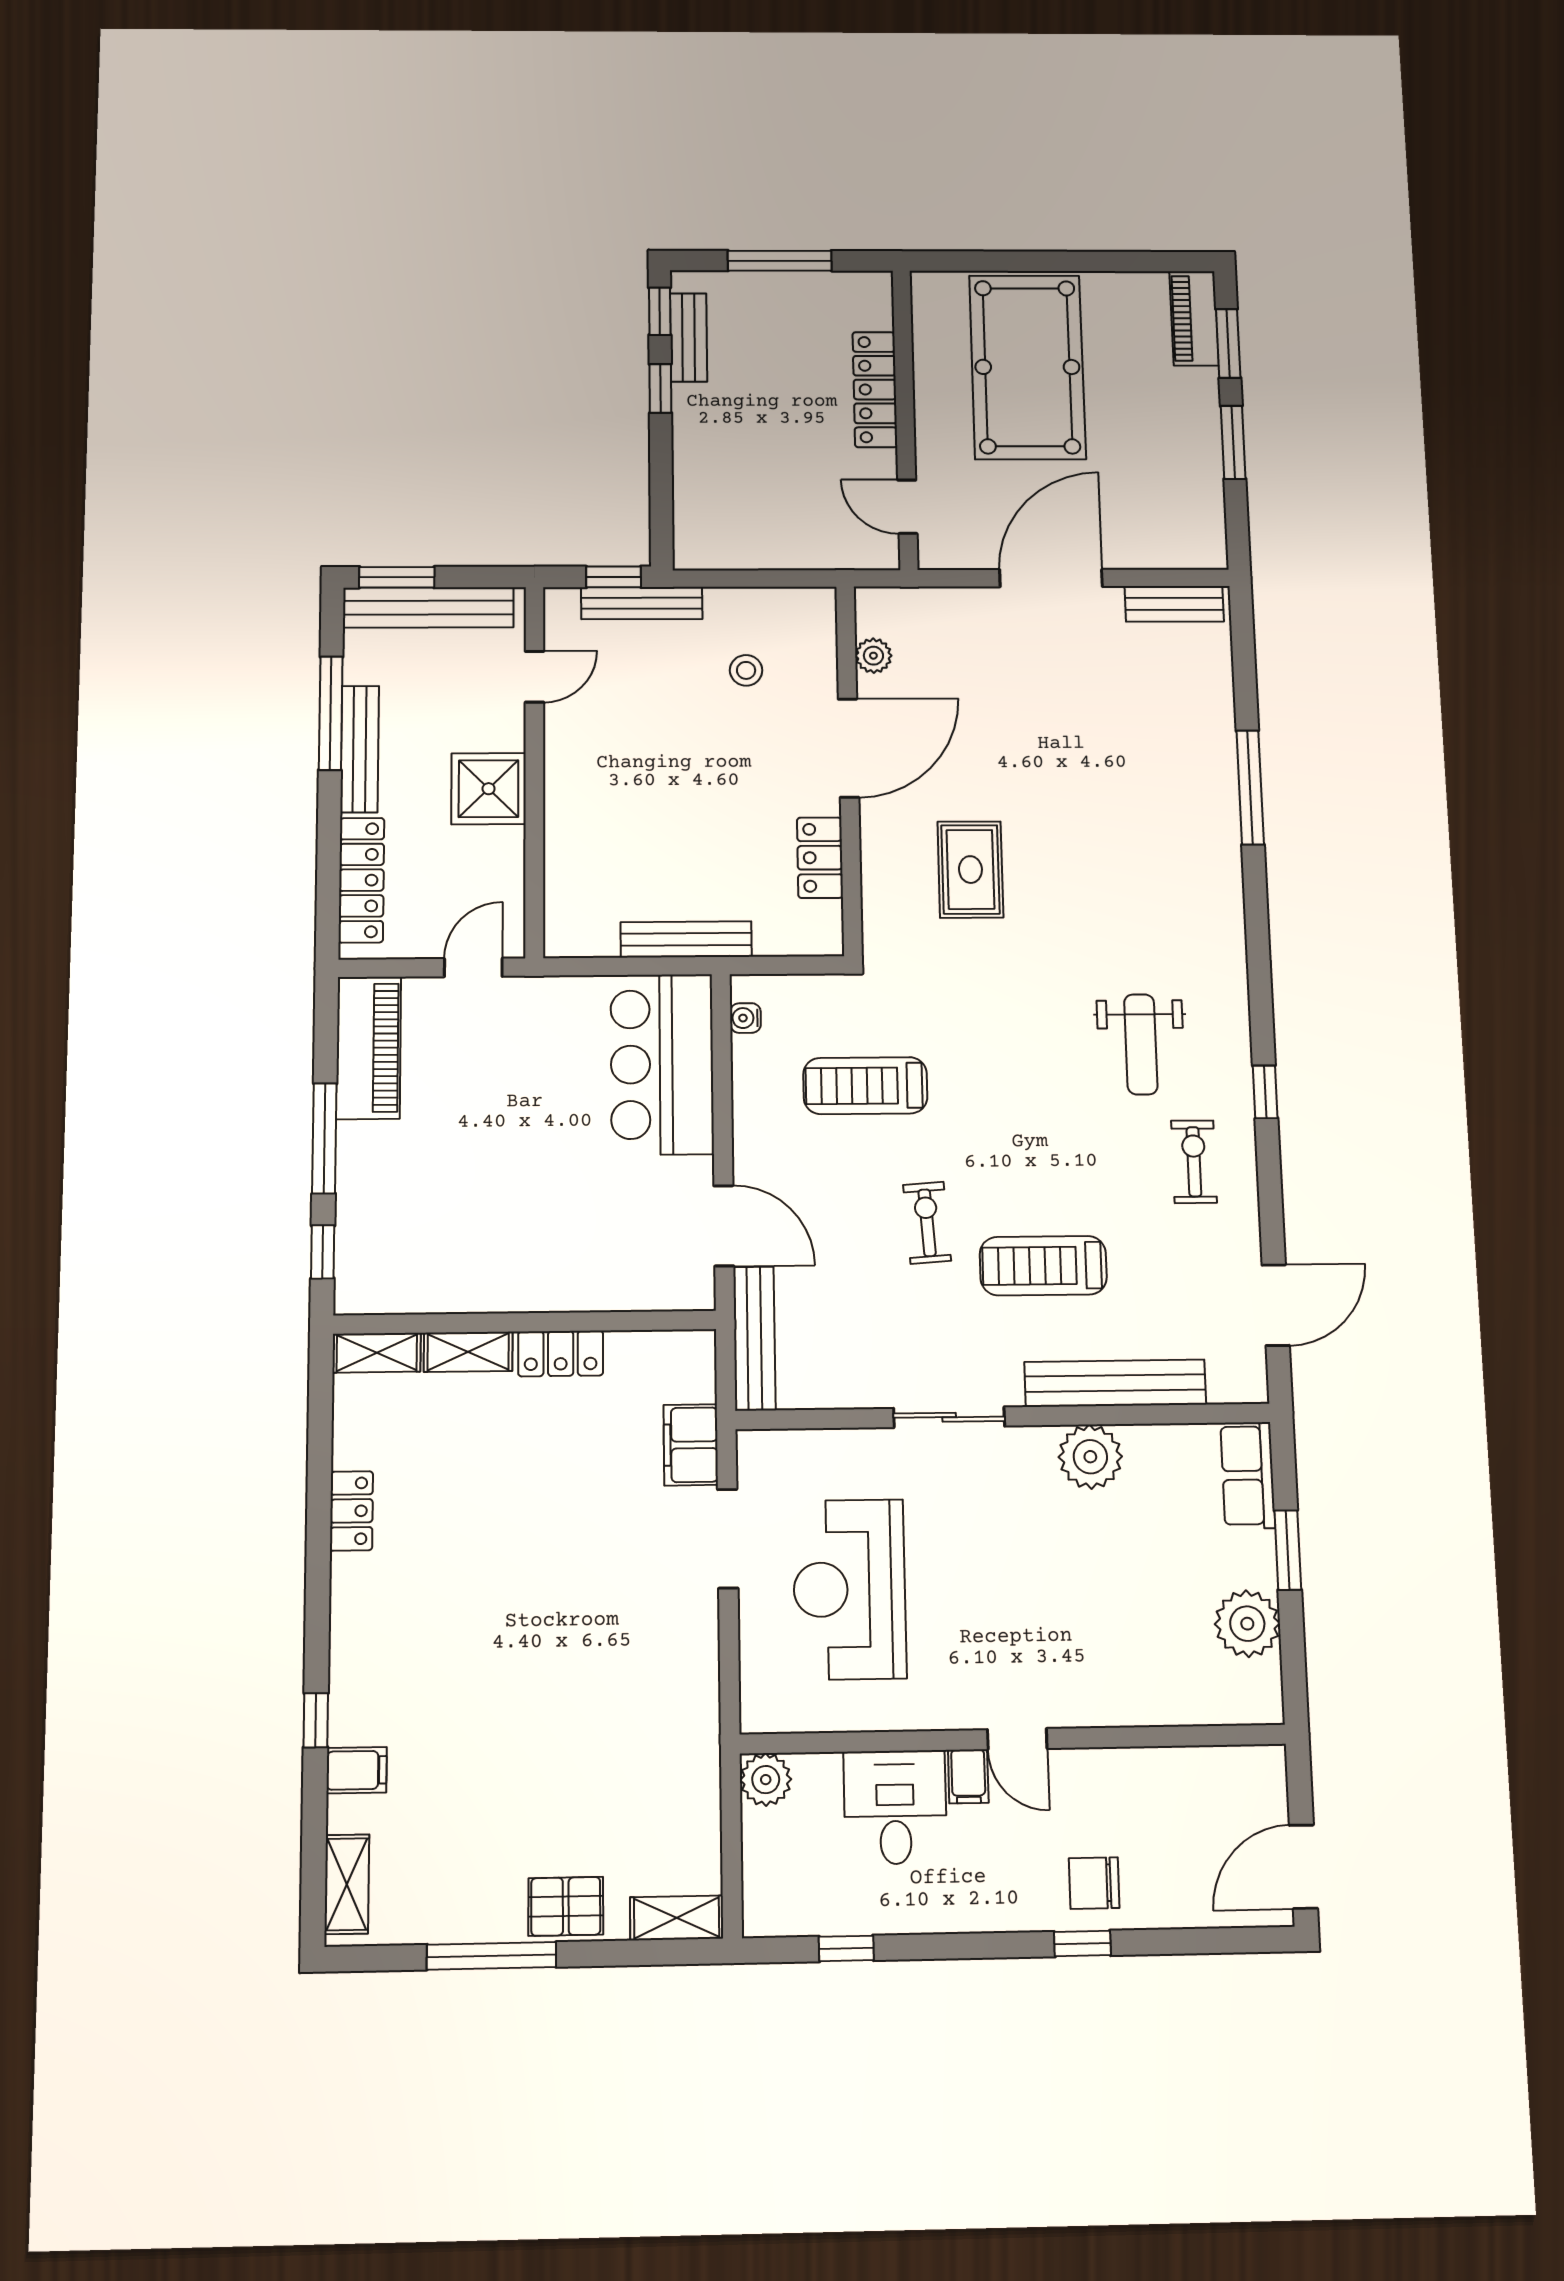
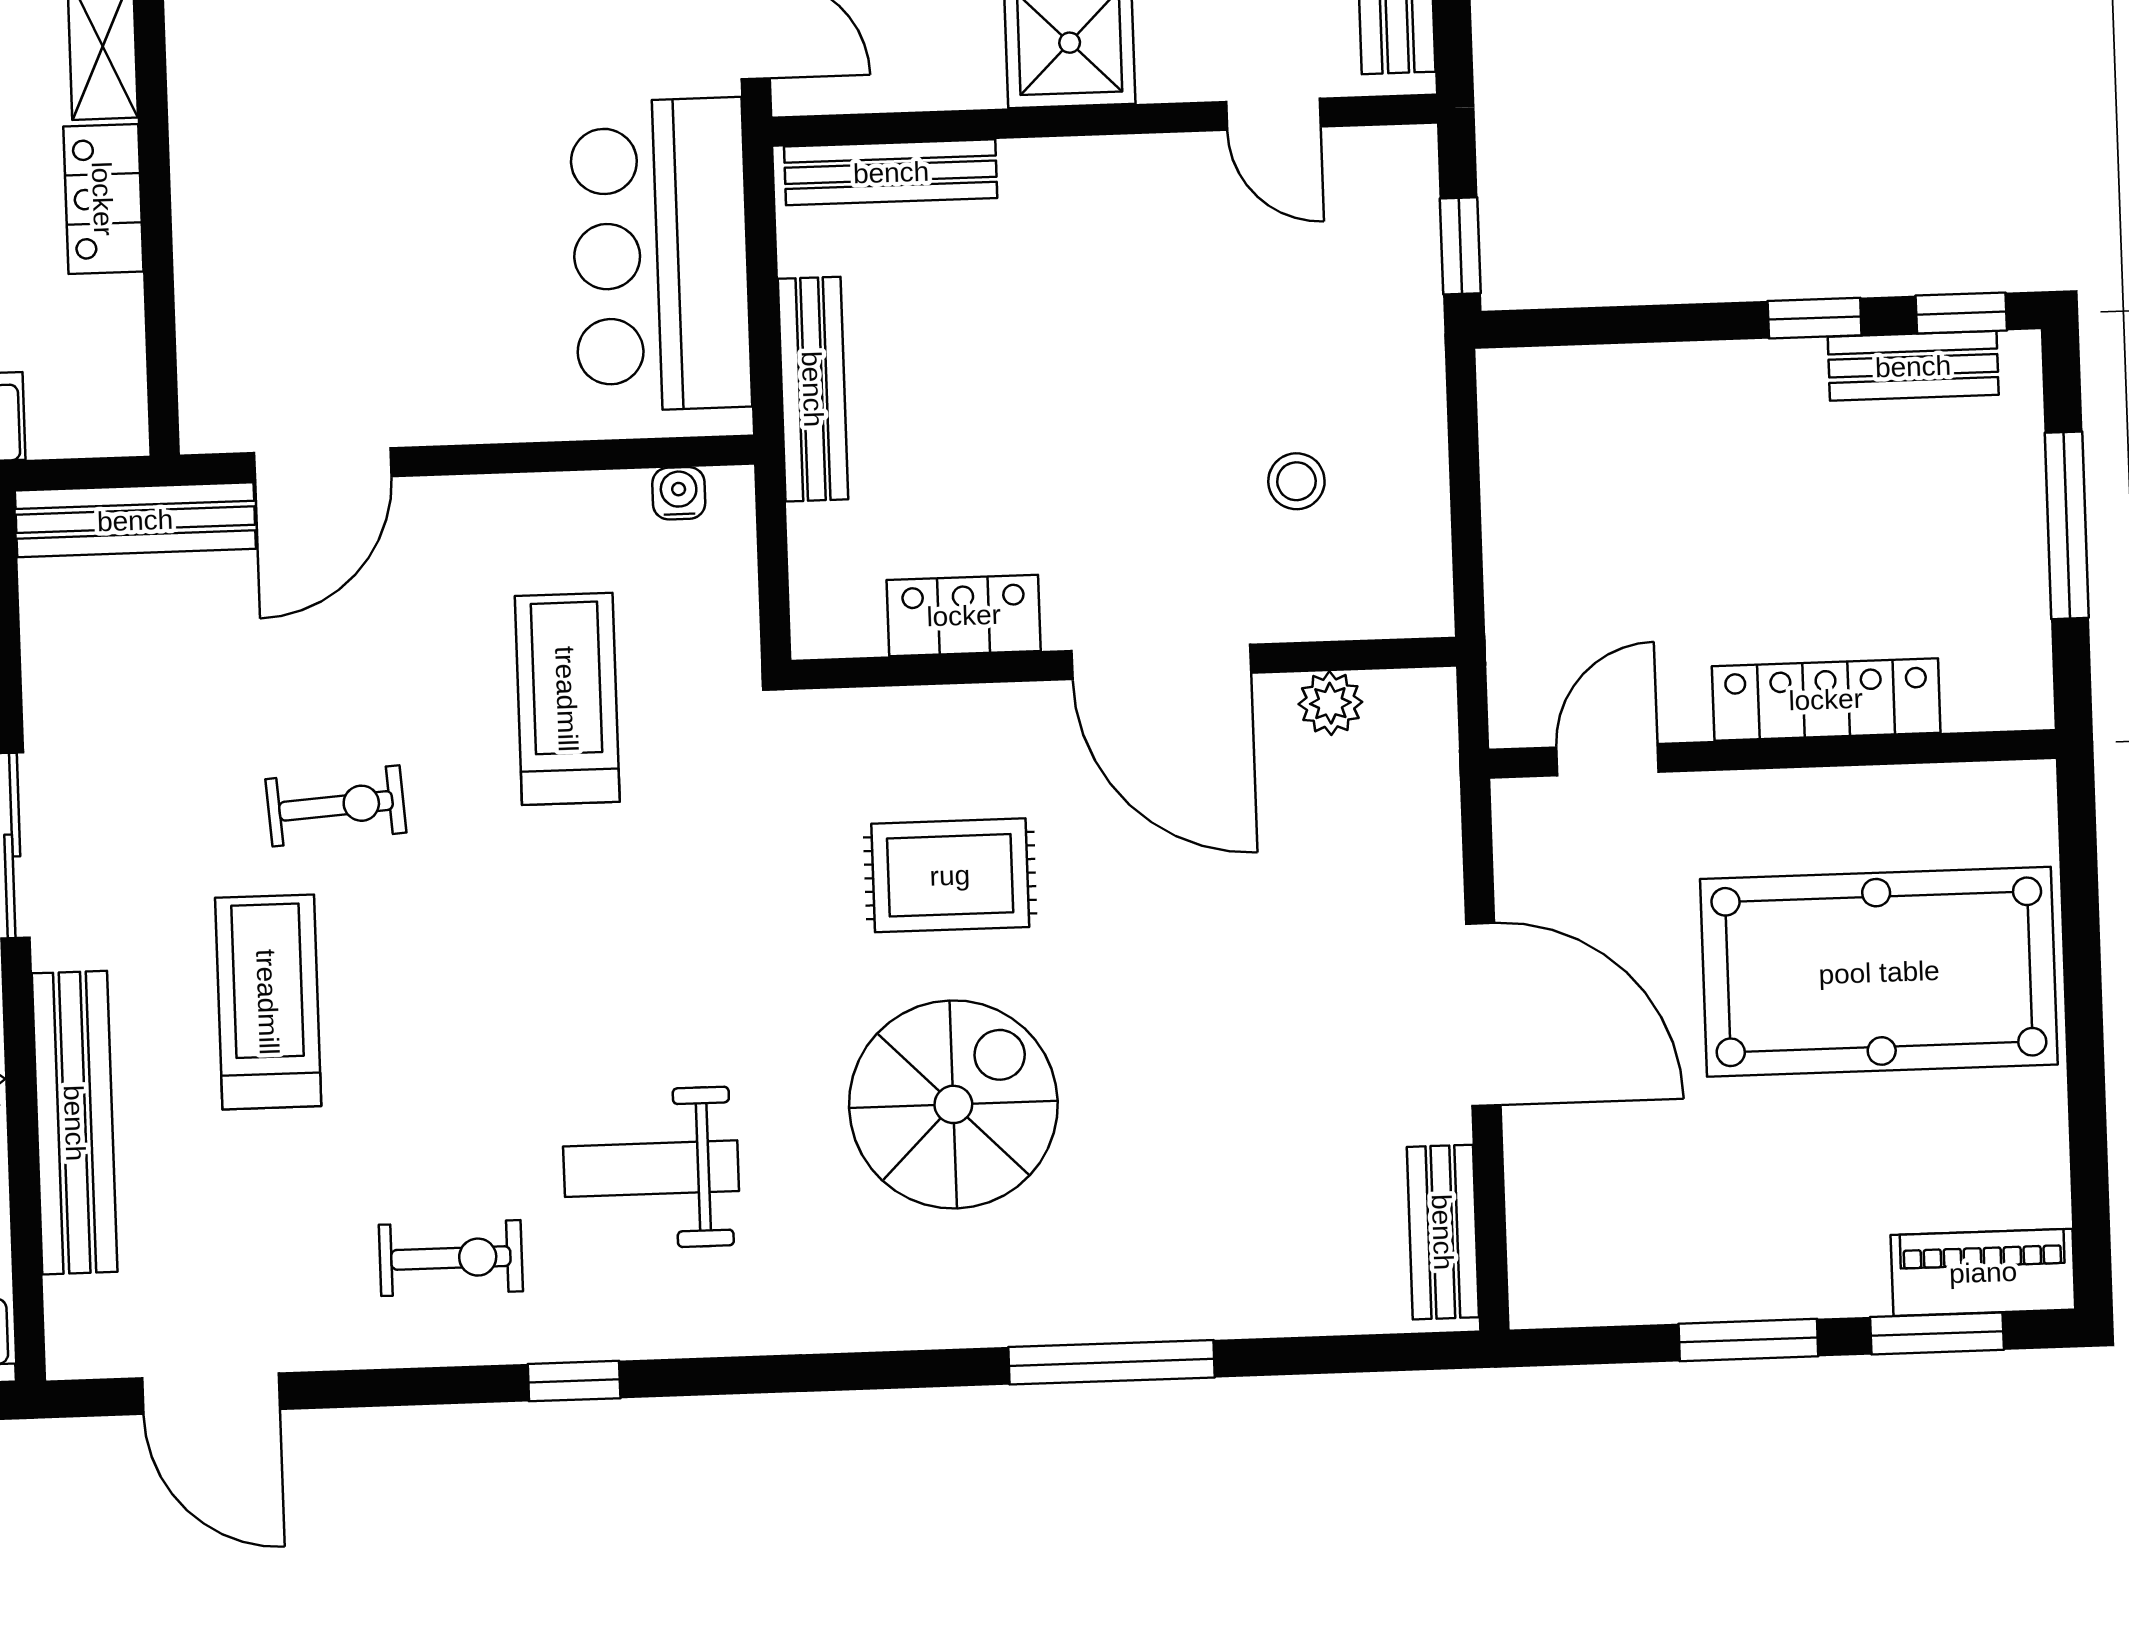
bench: (642, 603) -> (891, 172), moved, turned 90
spiral stairs: (1103, 871) -> (953, 1104), added
bar counter: (662, 1064) -> (661, 255), moved, turned -90

